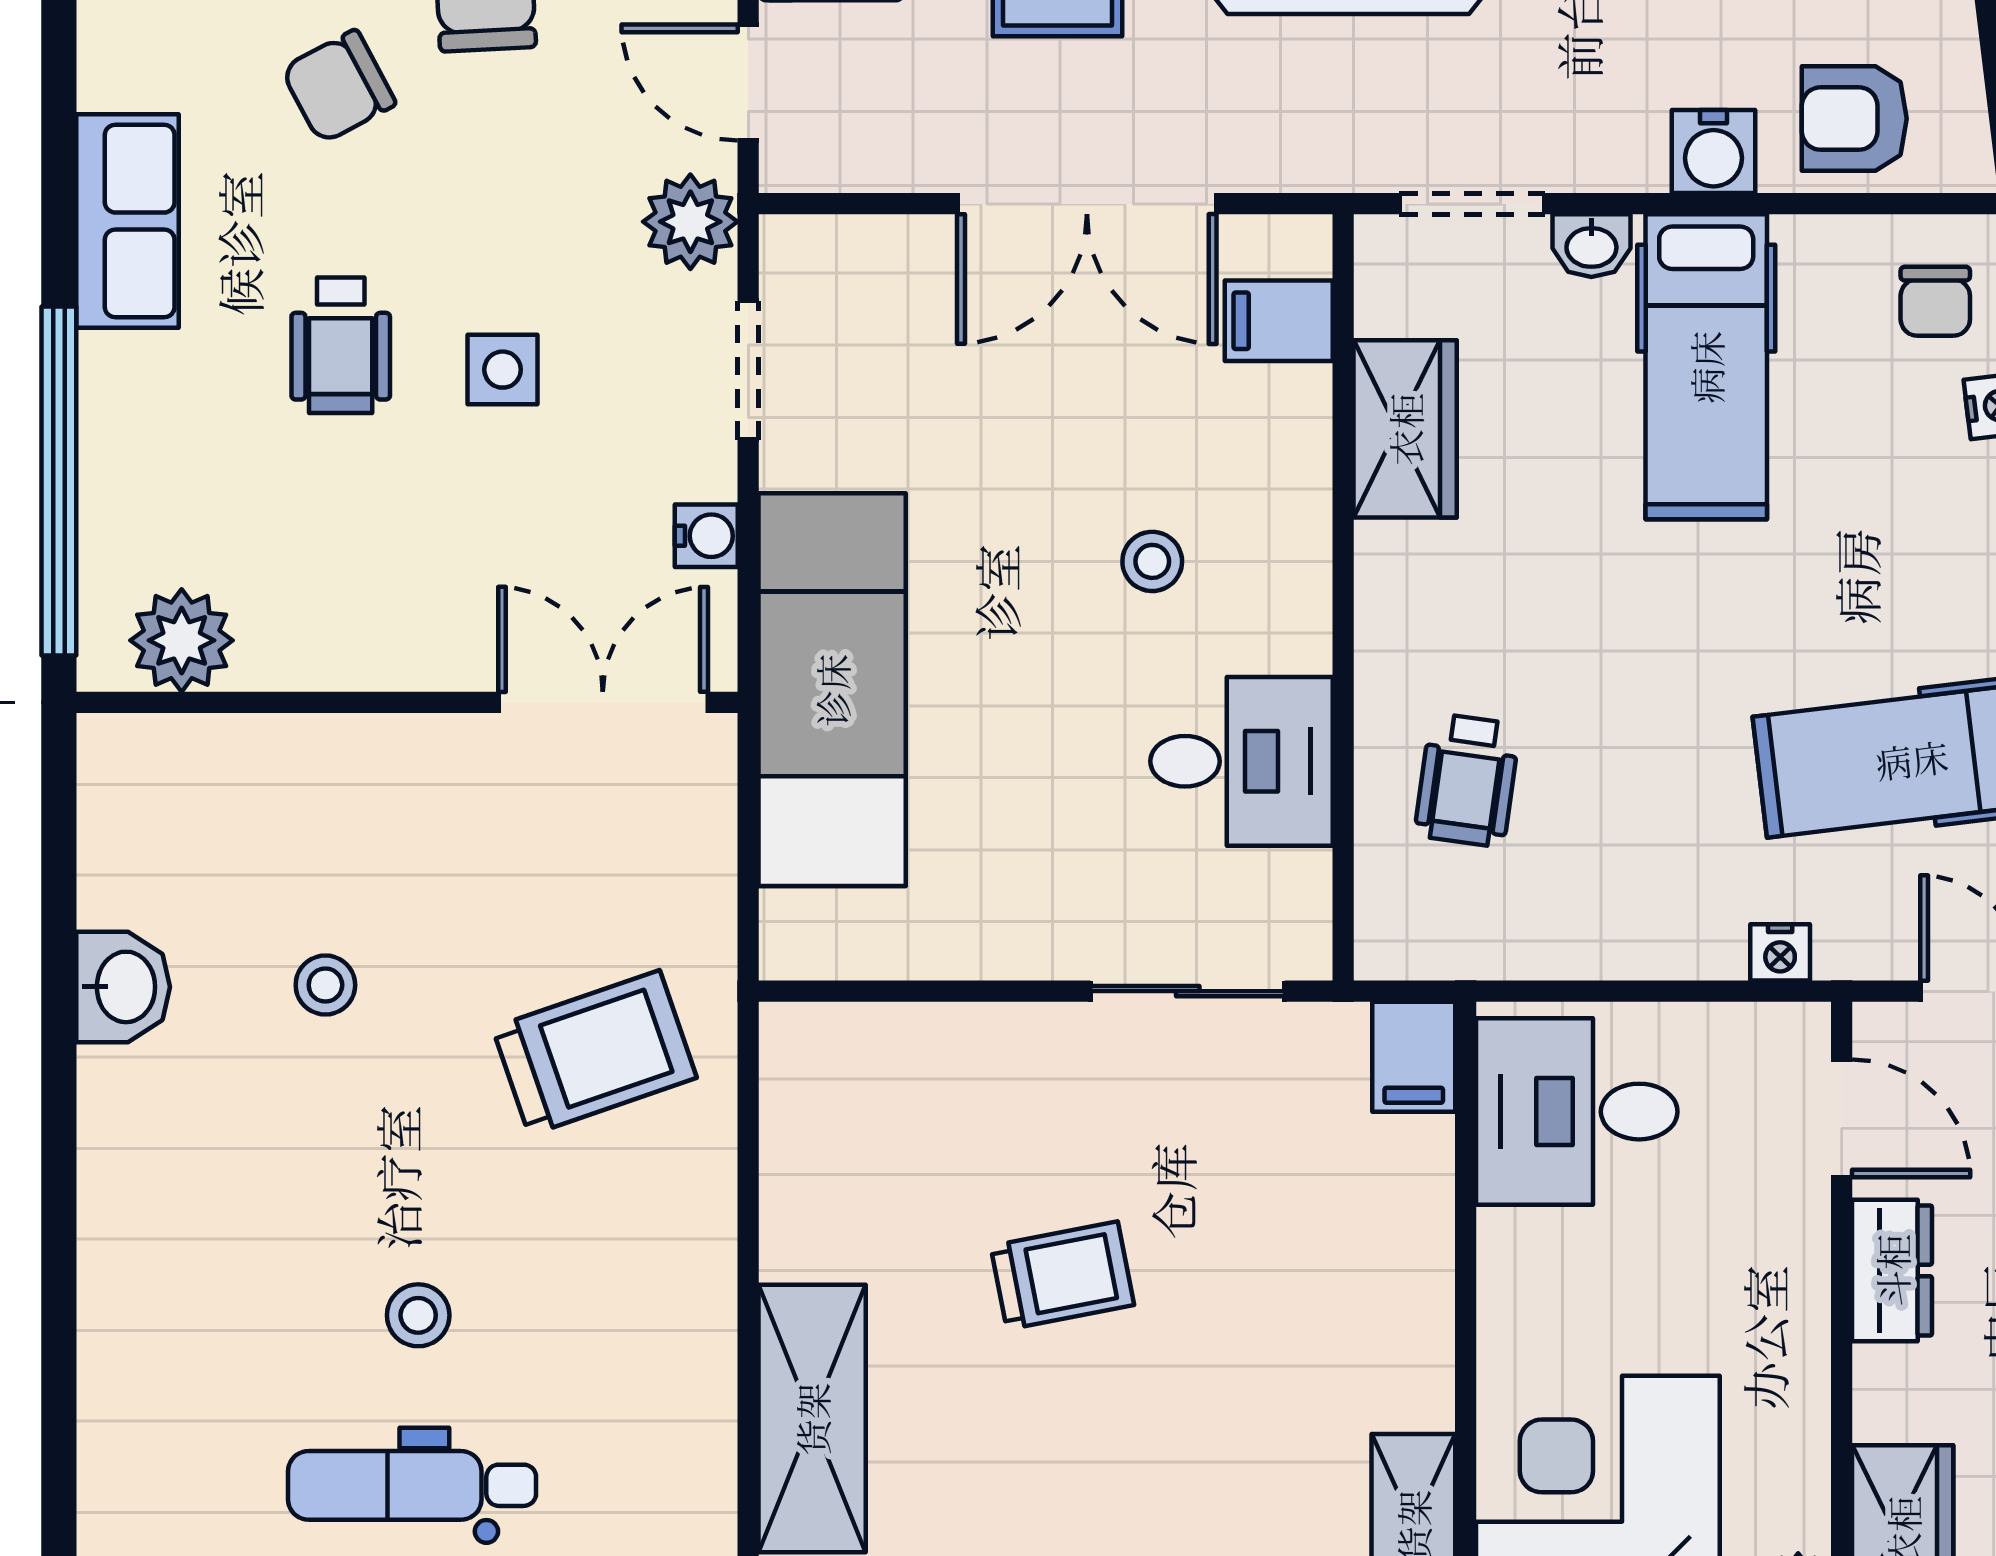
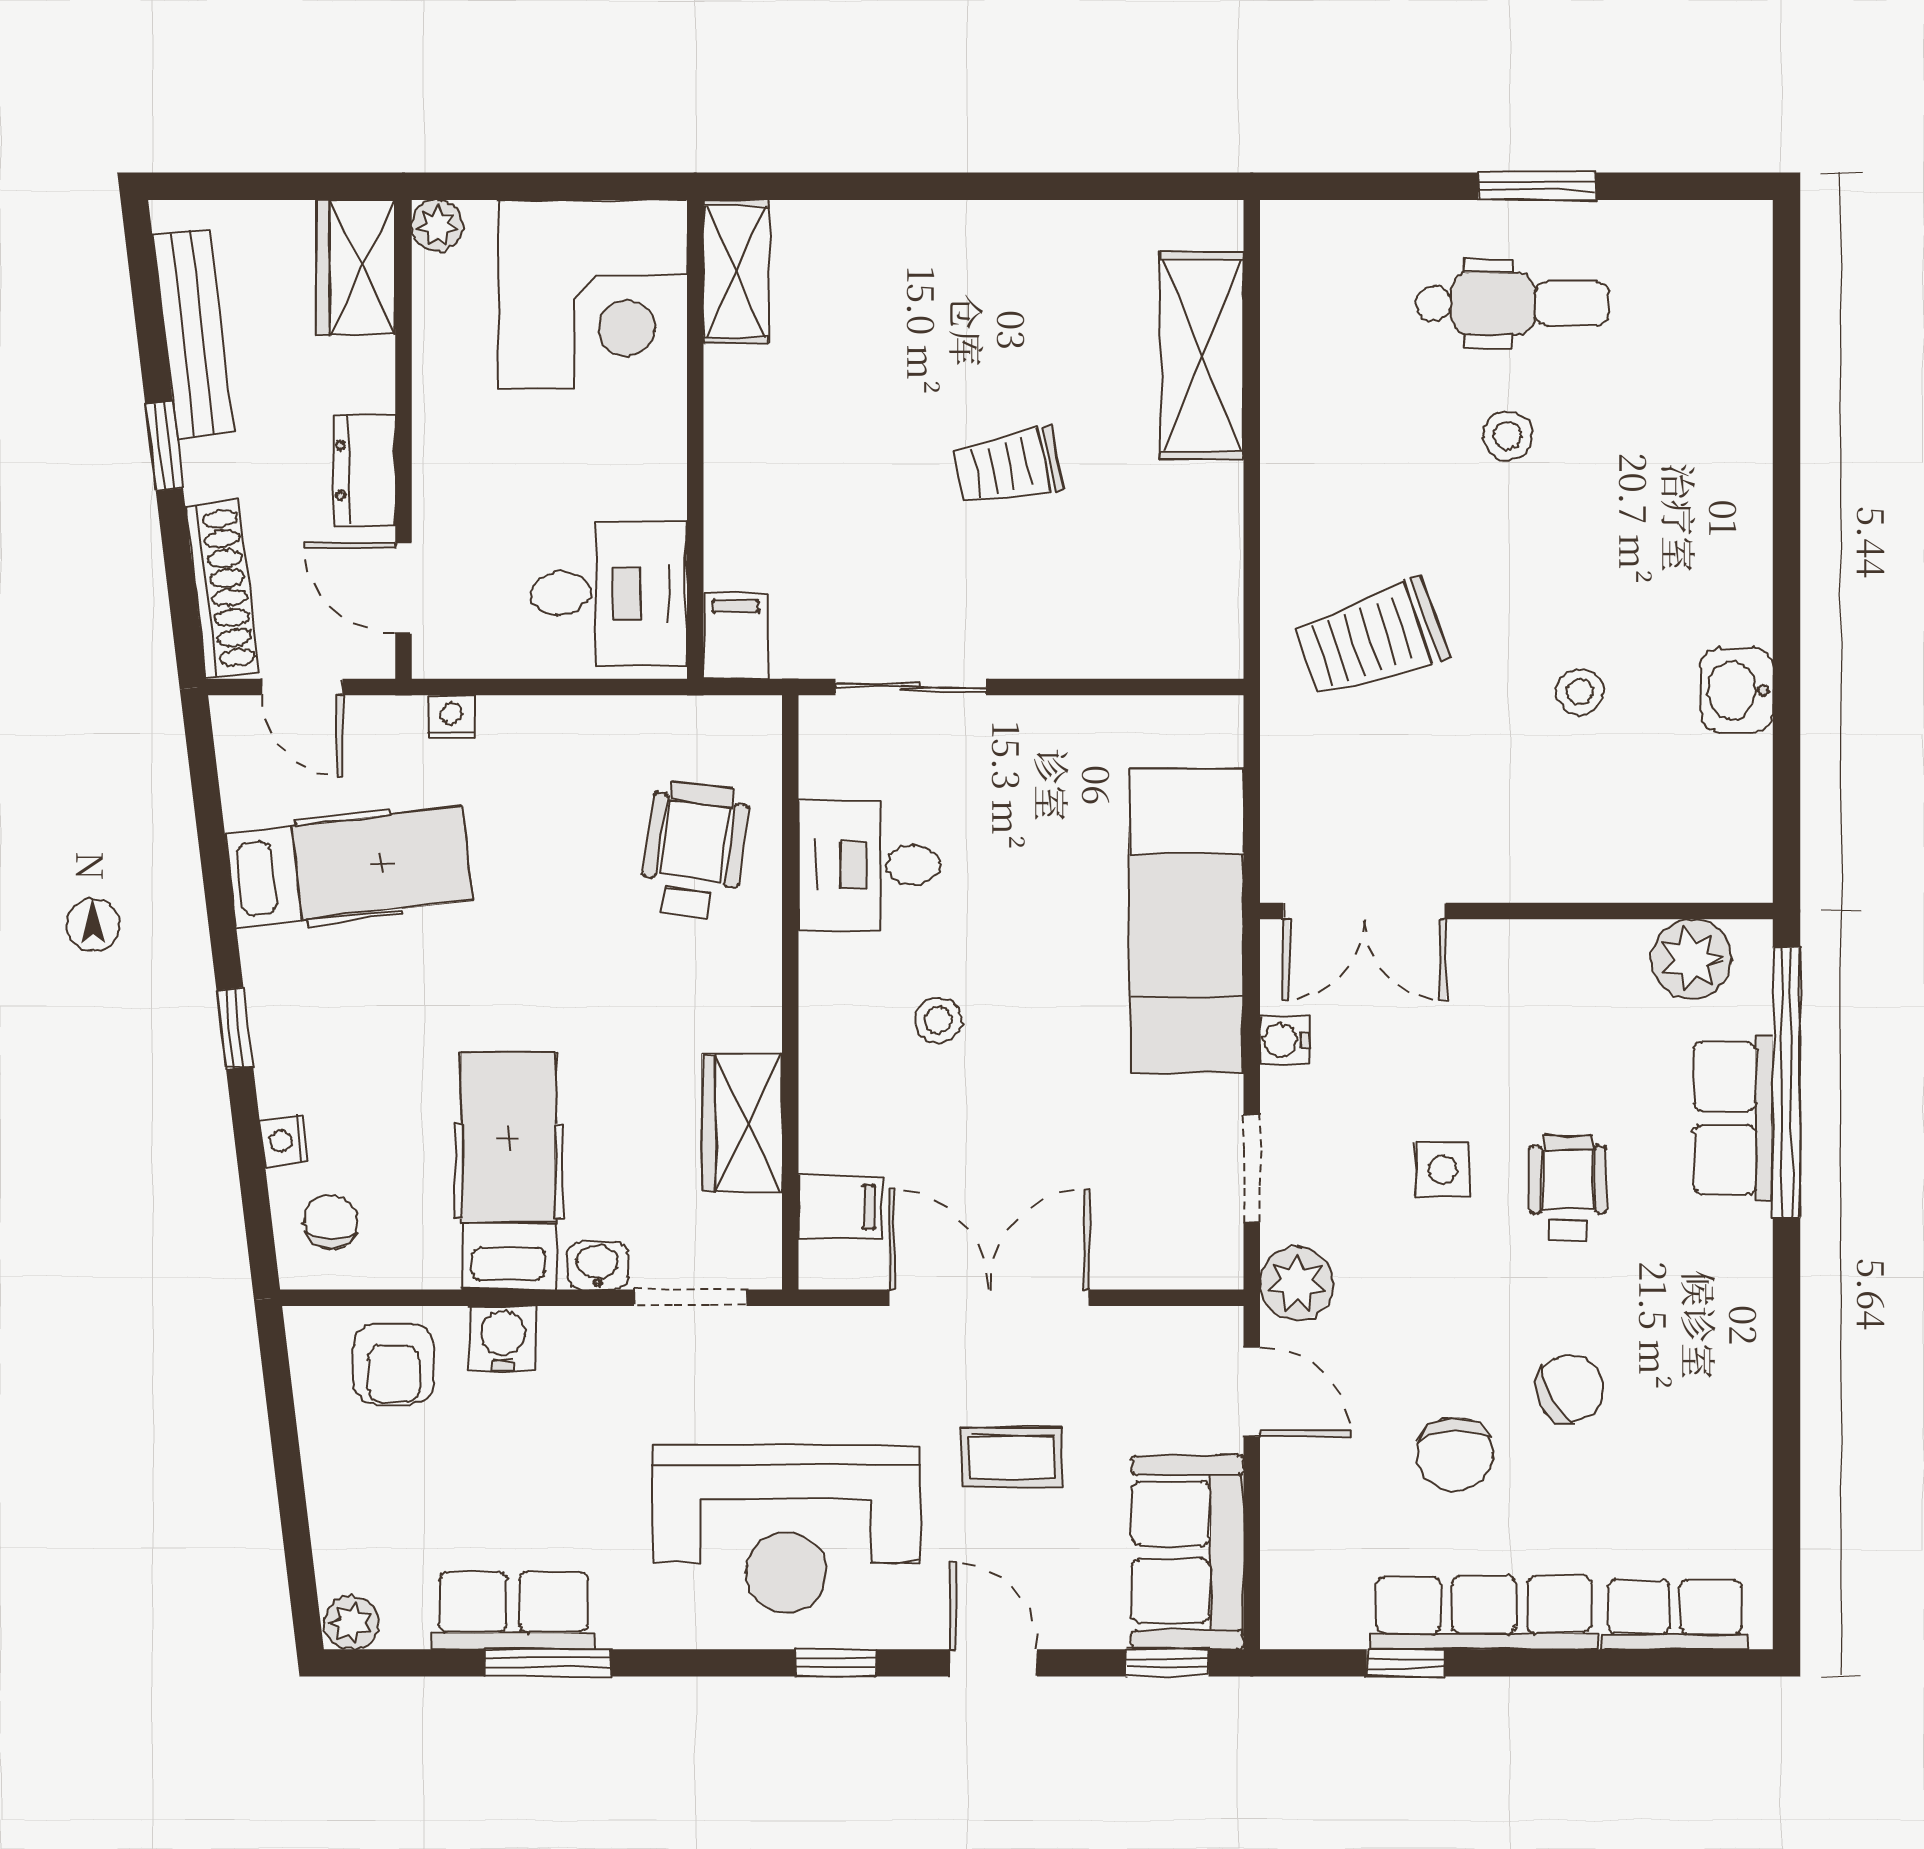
armchair: (1854, 119) -> (394, 1364), turned 90
row of seats: (127, 221) -> (1733, 1118), moved
wheelchair: (1467, 780) -> (694, 851), width x1.36, depth x1.37

